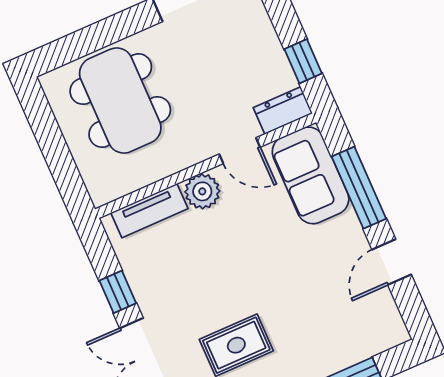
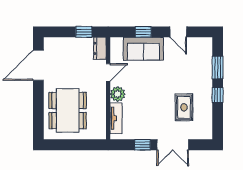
dining table: (120, 101) -> (68, 111), turned 90
sofa: (311, 175) -> (143, 49), moved
window: (359, 188) -> (143, 32), width x0.46

